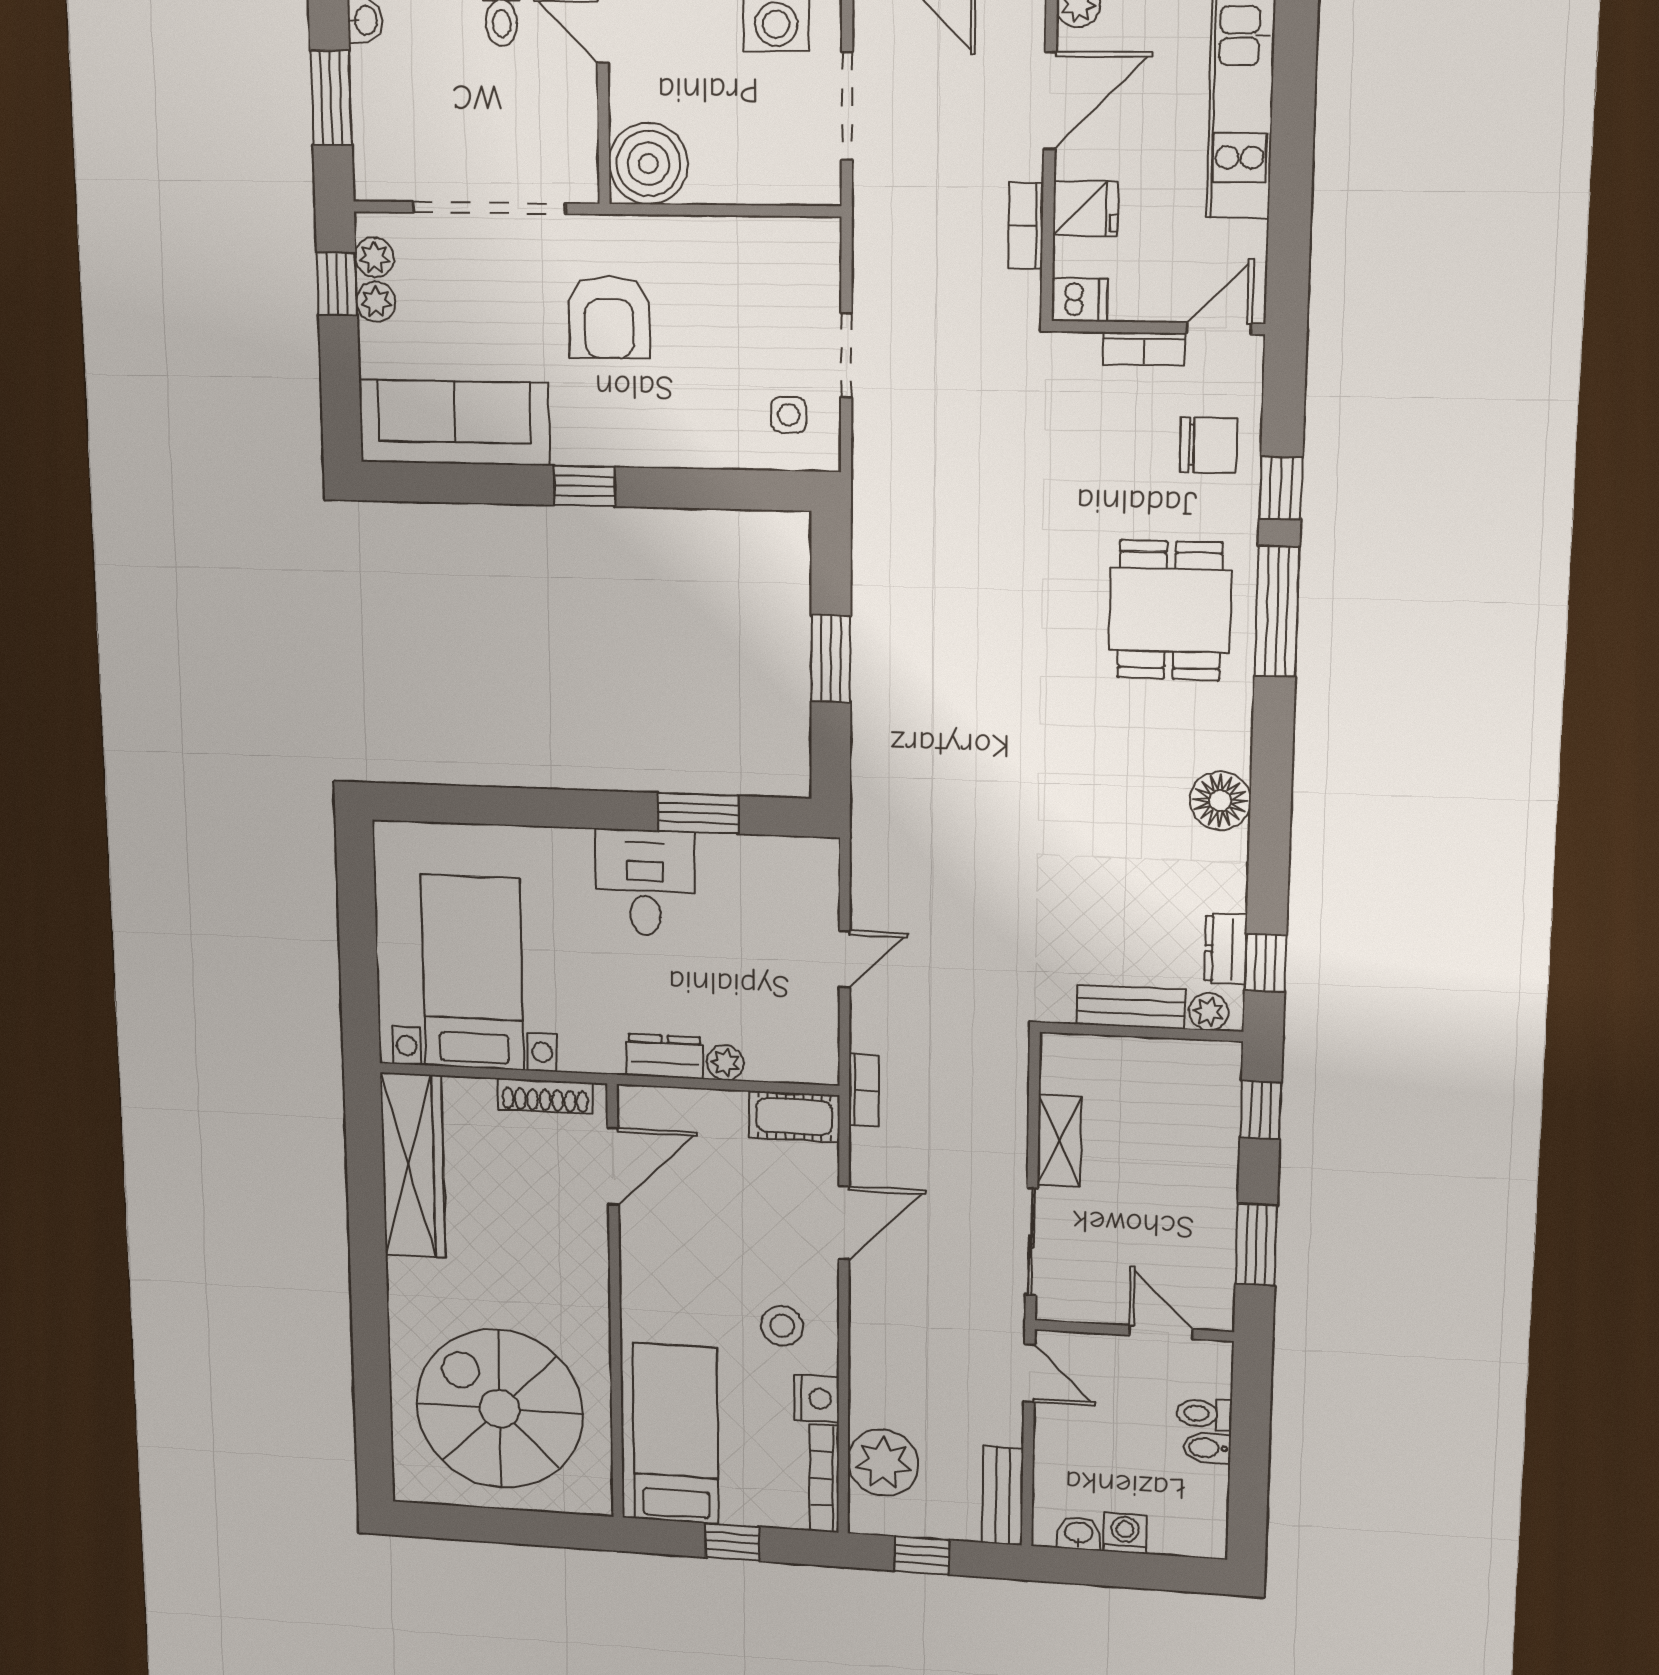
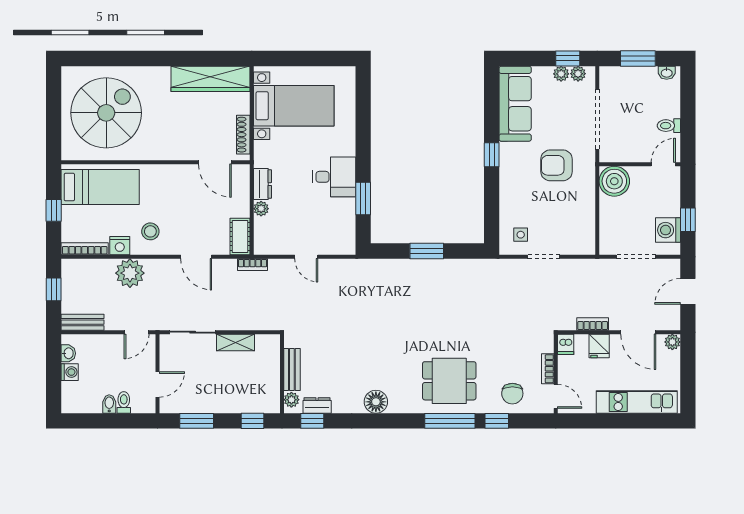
plant: (883, 1463) -> (130, 273), moved

